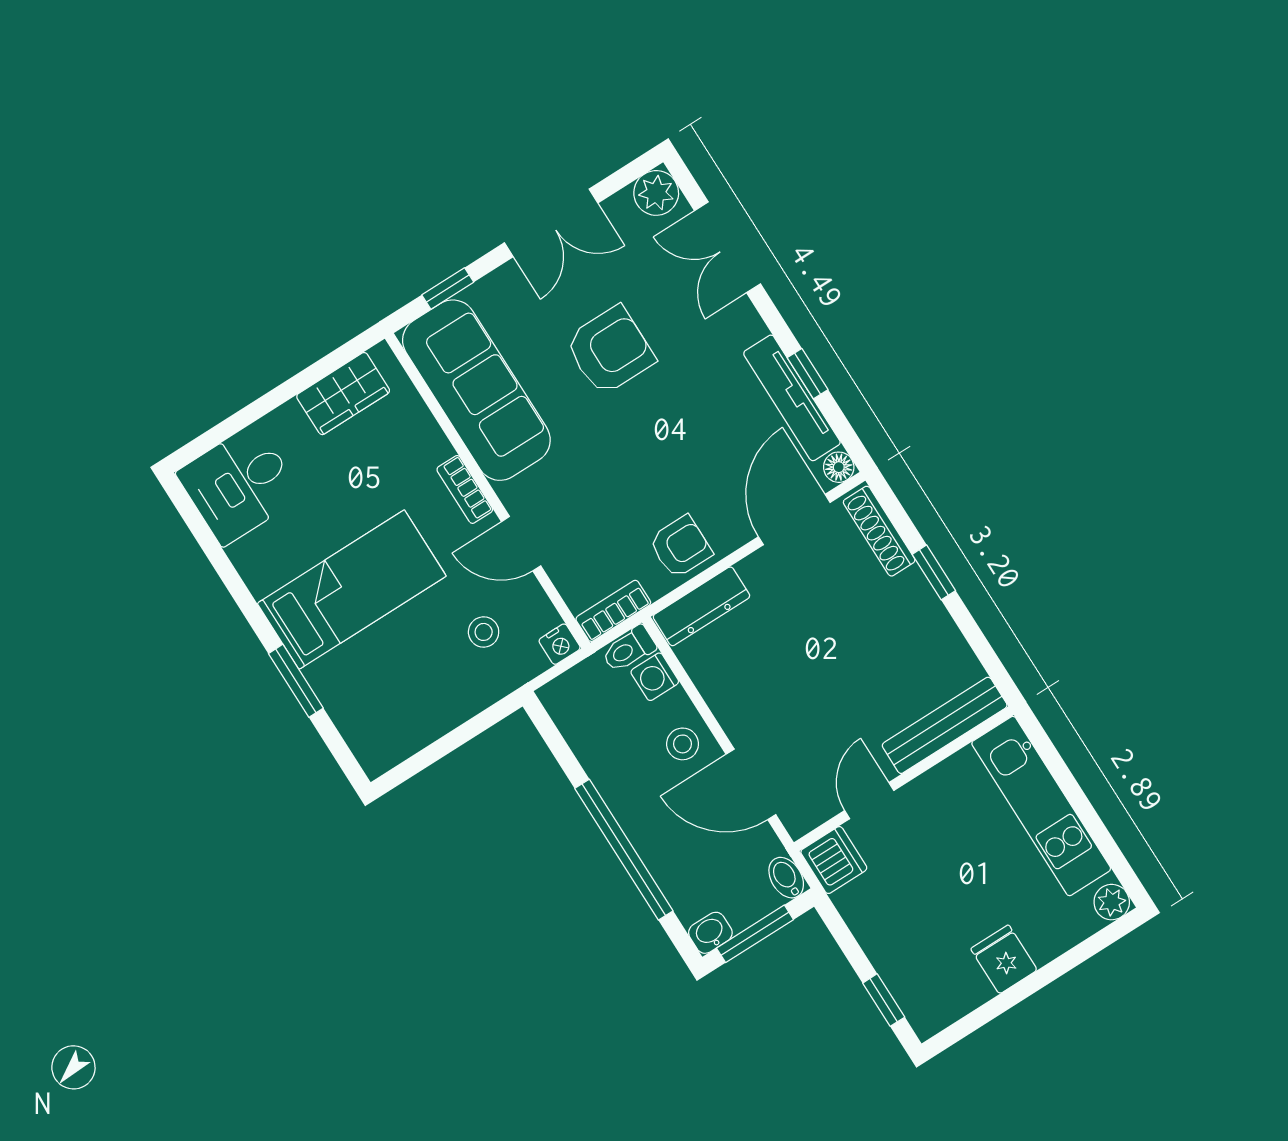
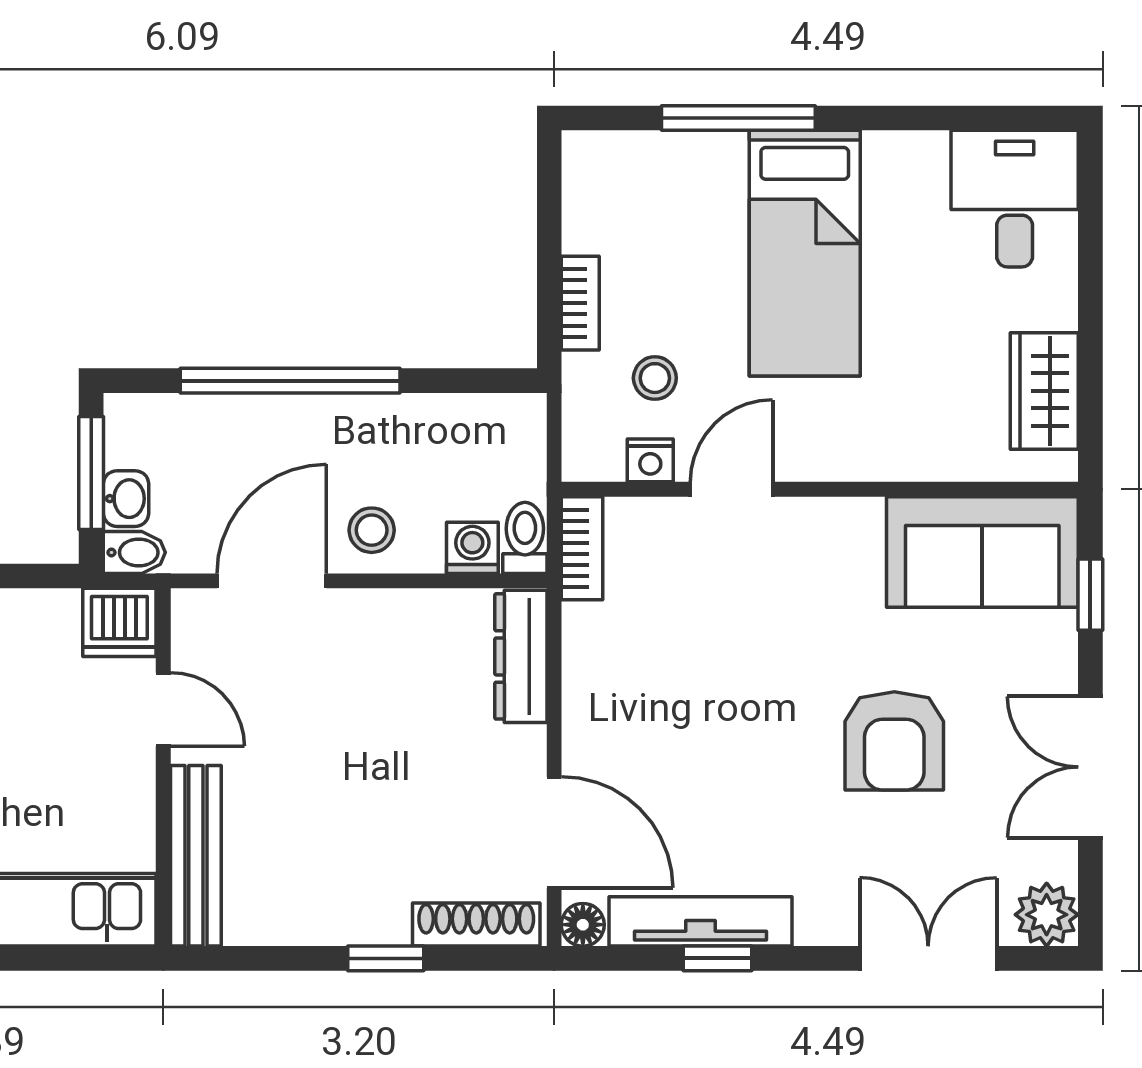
sofa: (476, 390) -> (982, 552), width x0.73
bookcase: (465, 489) -> (580, 303), moved, turned 90
armchair: (681, 547) -> (608, 677), removed
nightstand: (560, 644) -> (650, 460), moved, turned -90
window: (296, 681) -> (738, 118), width x1.44
washbasin: (710, 933) -> (126, 499), moved

